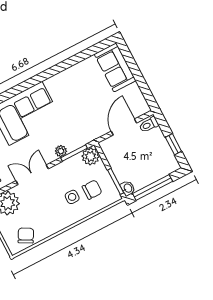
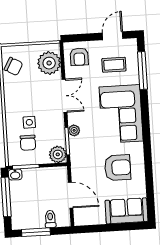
armchair: (78, 94) -> (118, 168), added
toilet: (149, 125) -> (50, 219), moved
window: (173, 144) -> (36, 232), width x1.50

